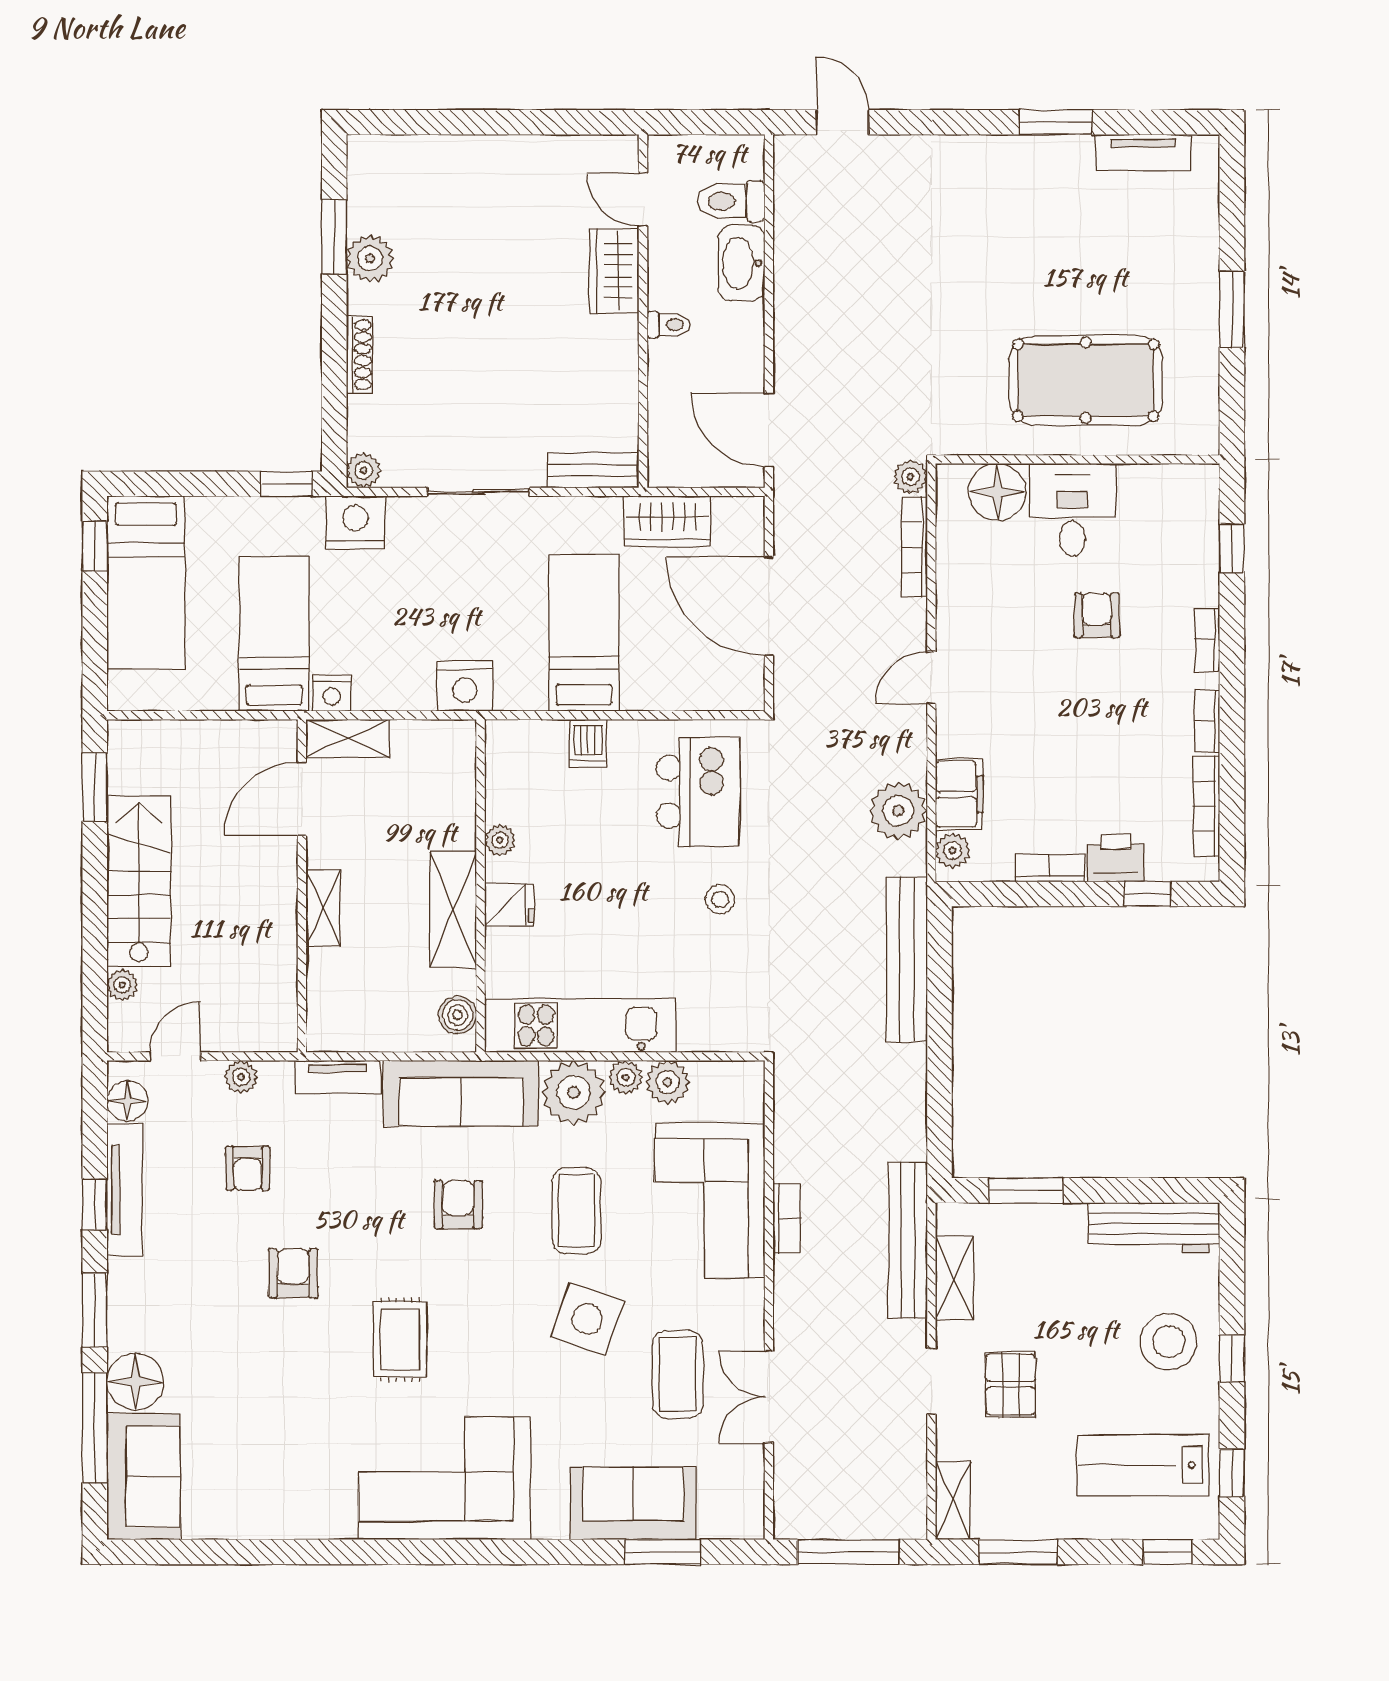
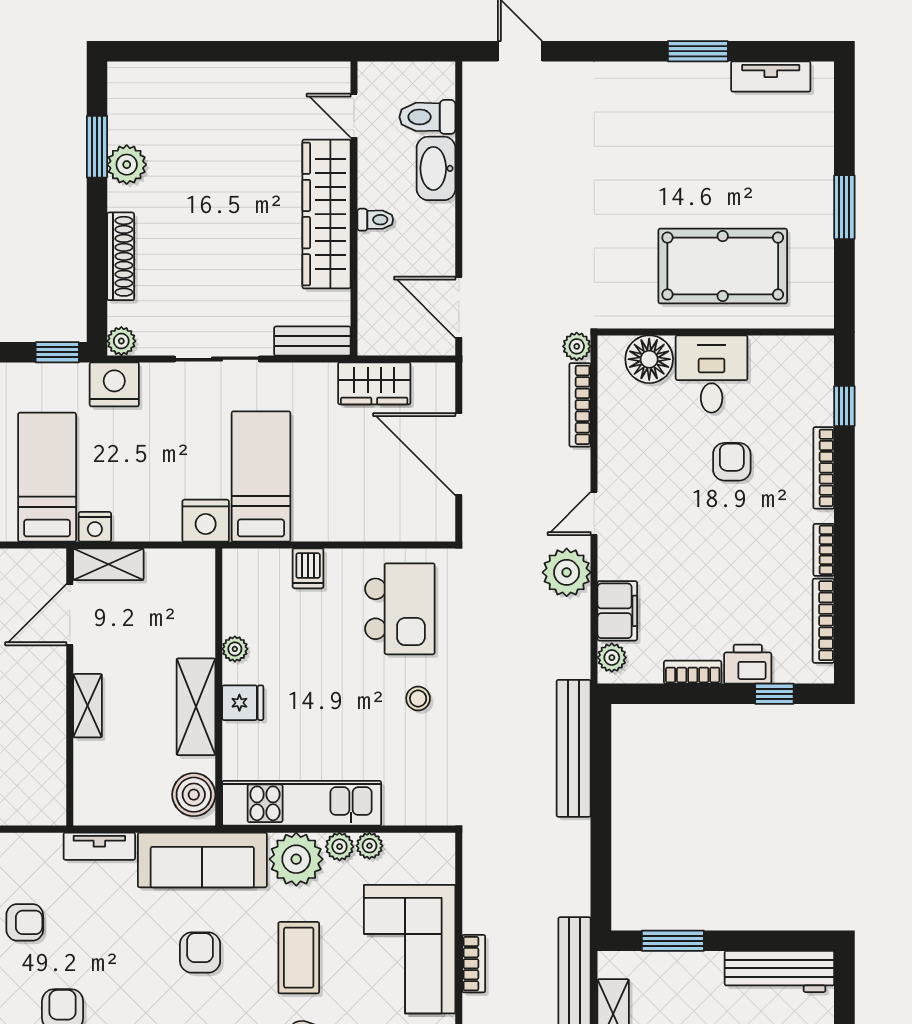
wardrobe: (614, 271) -> (326, 214), width x2.10, depth x1.17
shoe rack: (360, 355) -> (121, 256), width x1.36, depth x1.24
bed: (584, 633) -> (261, 477), moved
bookcase: (1207, 640) -> (824, 468), width x1.56
plant: (898, 811) -> (567, 572), moved
boiler: (457, 1015) -> (194, 795), width x1.36, depth x1.36
plant: (241, 1077) -> (19, 846), removed
plant: (668, 1082) -> (369, 846), width x0.73, depth x0.73
armchair: (248, 1168) -> (25, 922), turned -90

